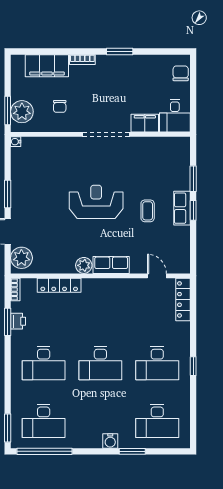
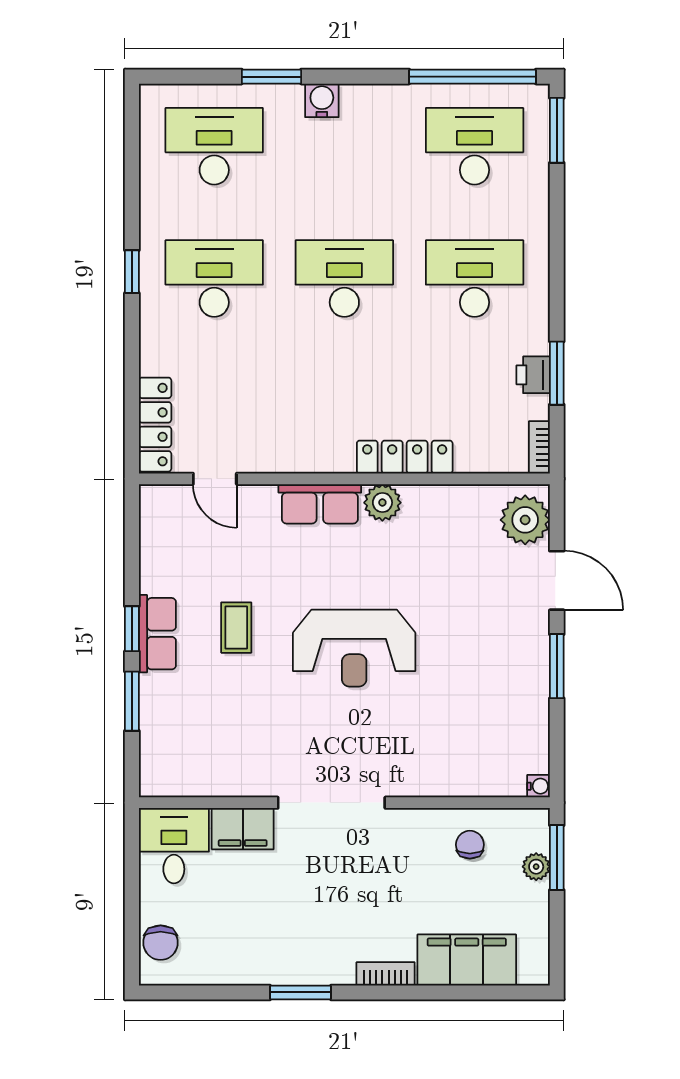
chair: (60, 106) -> (470, 845), moved
plant: (22, 112) -> (536, 867), width x0.53, depth x0.53
locker: (59, 285) -> (405, 457), moved

